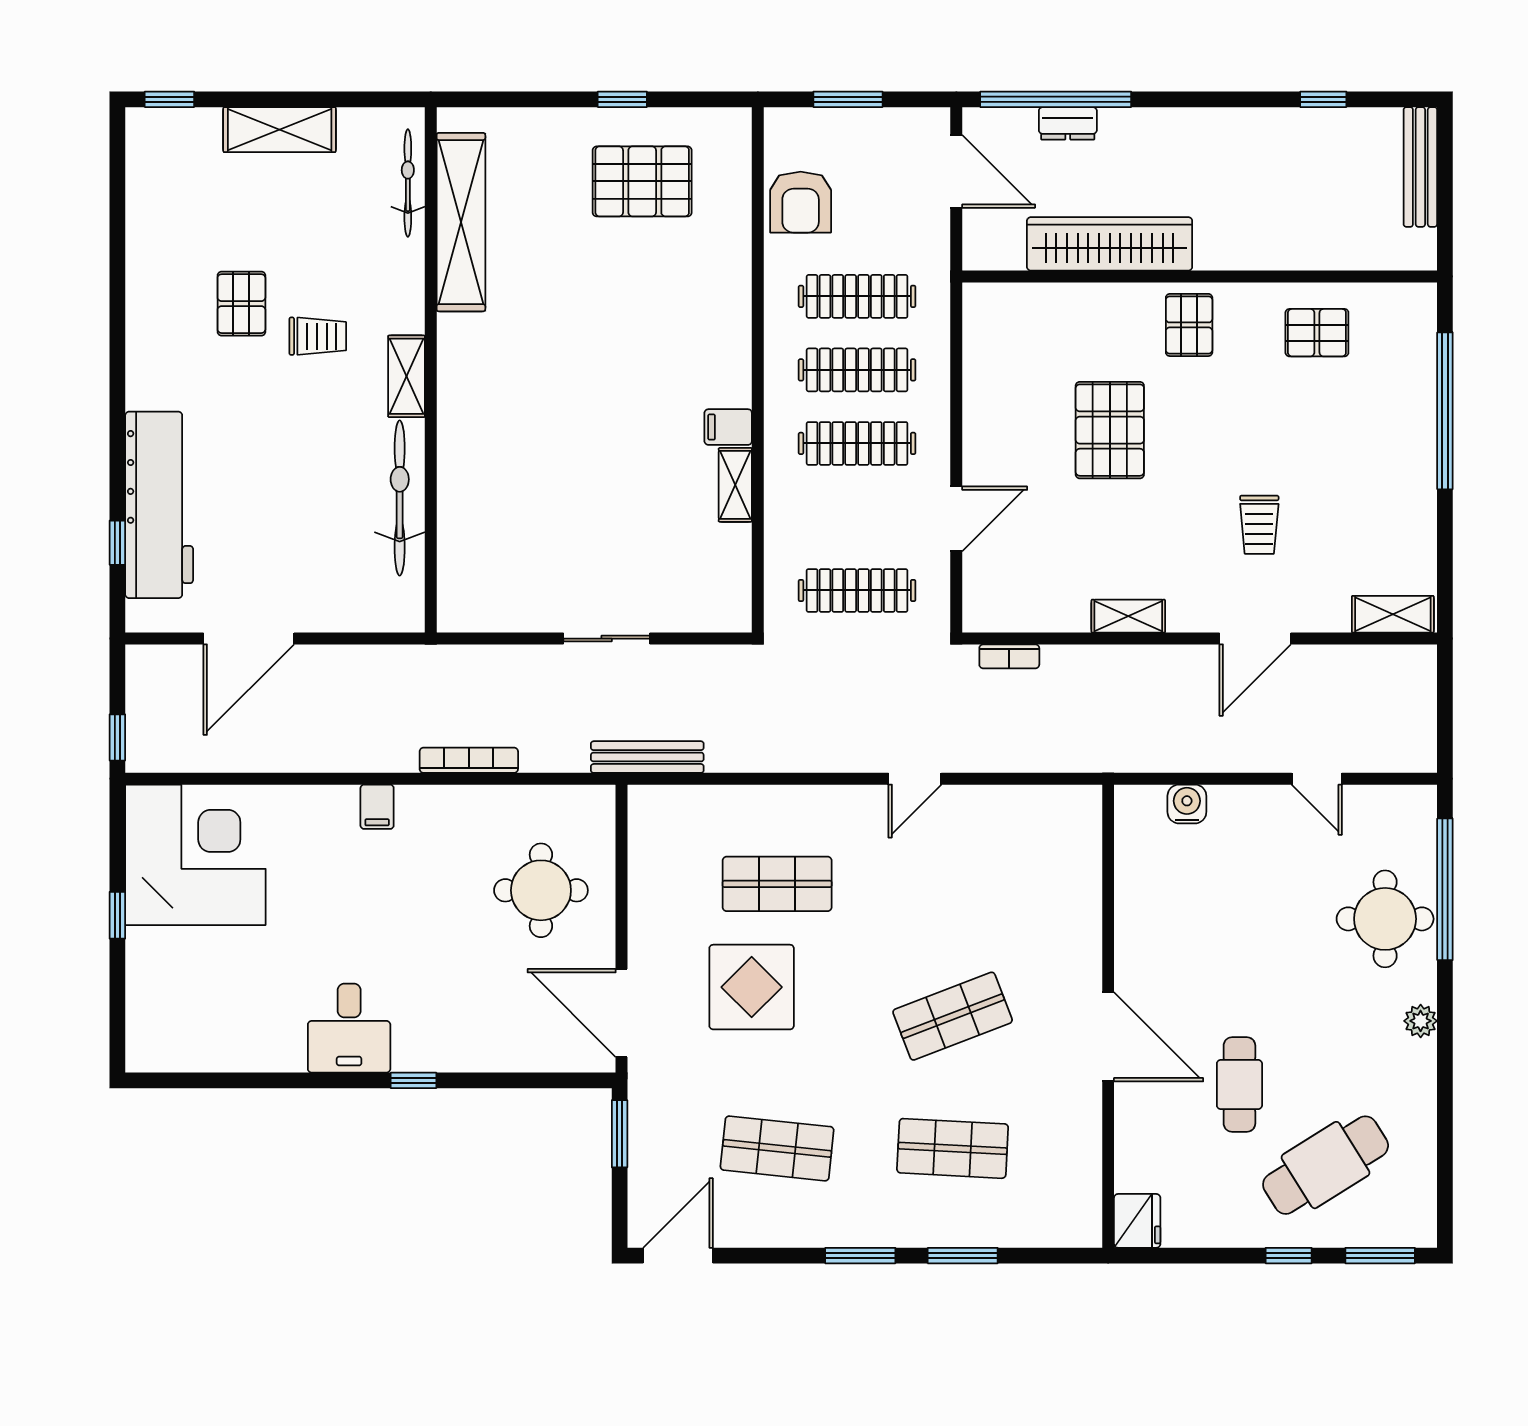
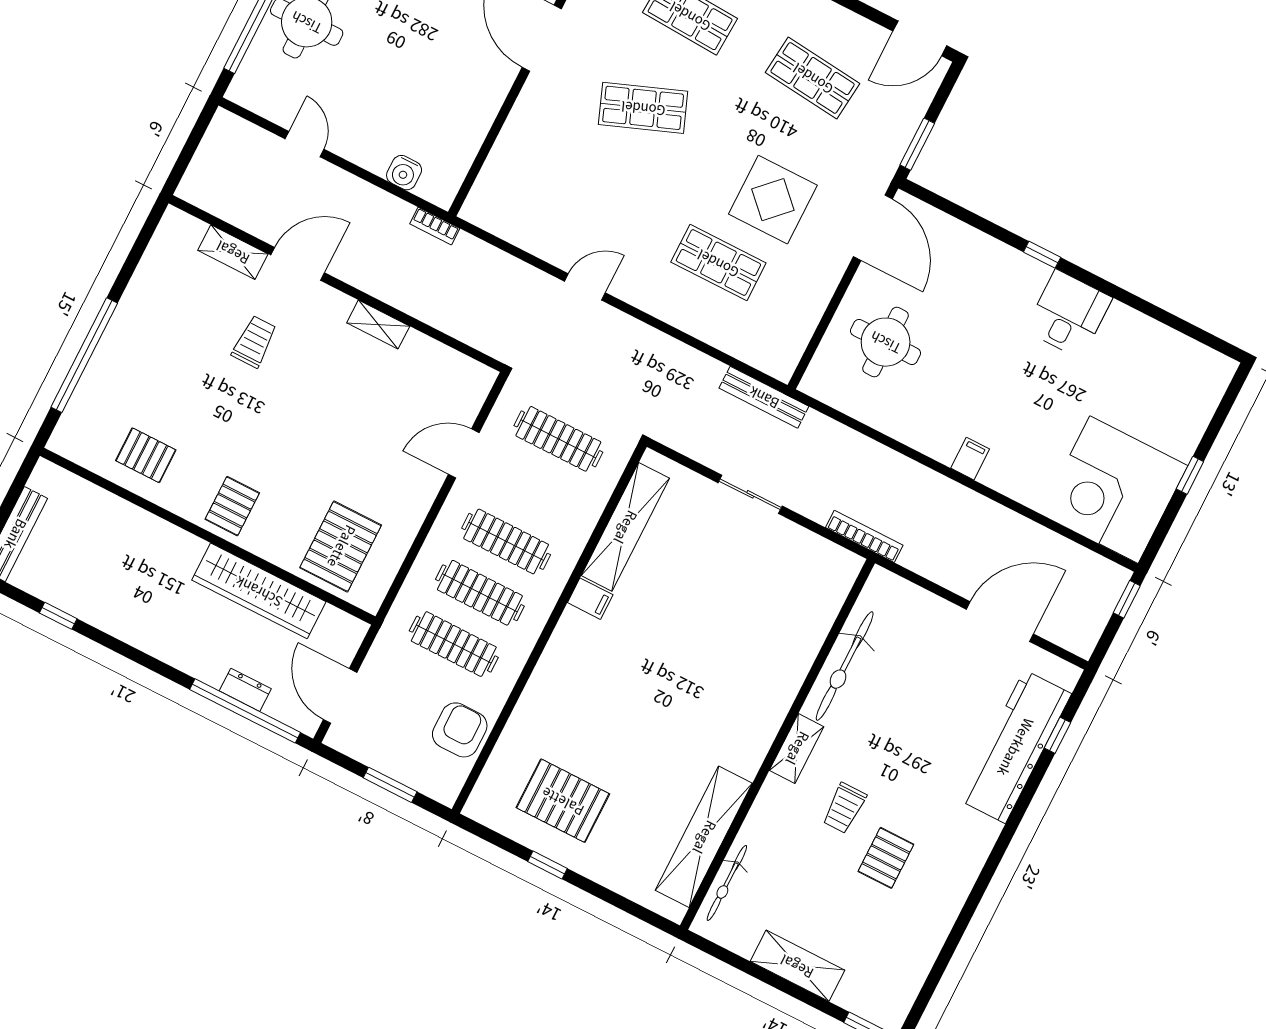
trolley: (318, 336) -> (844, 808), turned -90
pallet: (1110, 430) -> (341, 546), moved
shelving: (735, 485) -> (625, 527), width x2.20, depth x1.33
shelving: (1393, 614) -> (233, 252), moved
bookcase: (1009, 656) -> (435, 226), moved, turned 180
bookcase: (469, 760) -> (864, 536), moved, turned 180

